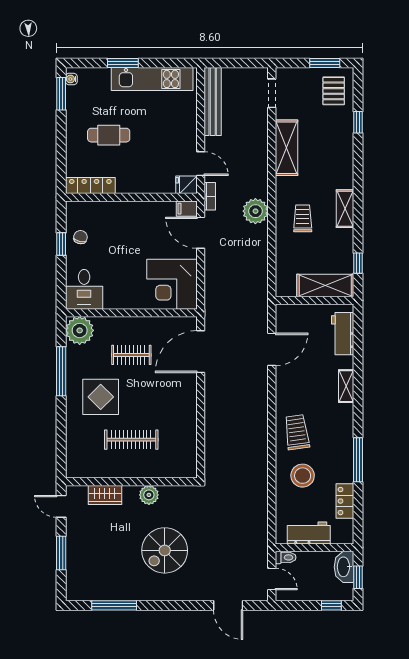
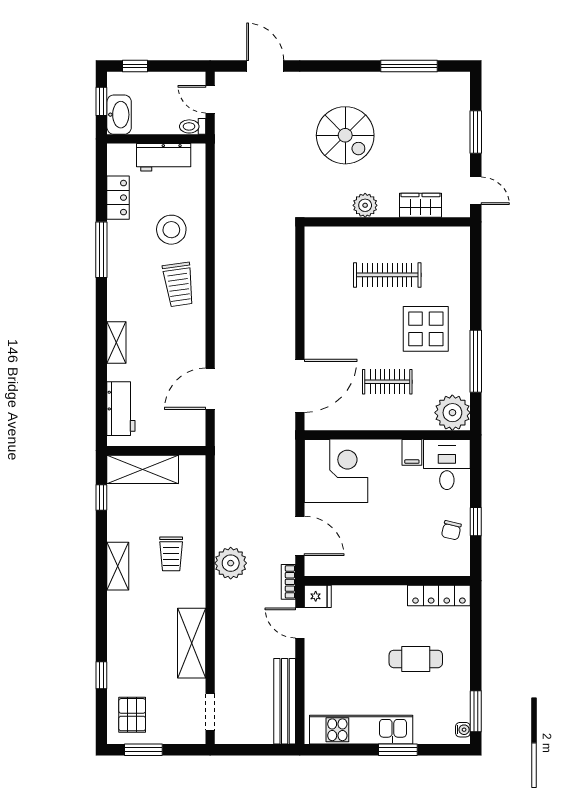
filing cabinet: (187, 209) -> (412, 452), moved, turned 90
spiral stairs: (165, 550) -> (345, 135), turned 90

